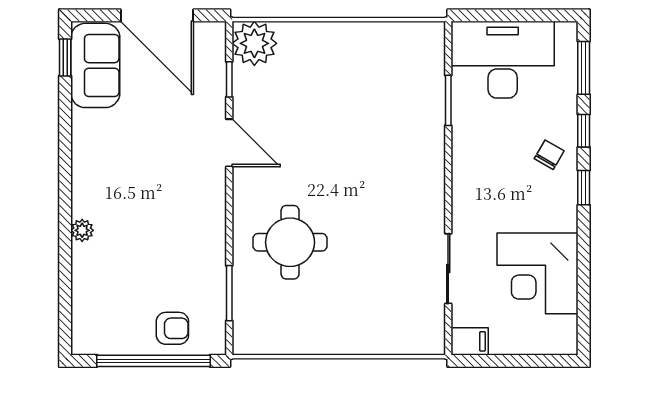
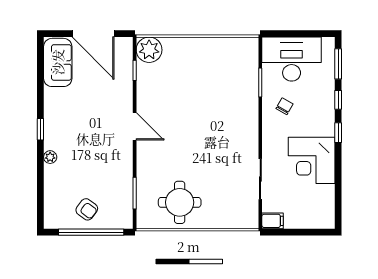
window: (65, 57) -> (40, 129), moved
door: (229, 143) -> (135, 126), moved
chair: (549, 155) -> (284, 106), moved
round table: (290, 242) -> (180, 202), moved
corner desk: (537, 273) -> (312, 160), moved
armchair: (172, 328) -> (87, 209), moved, turned 37

